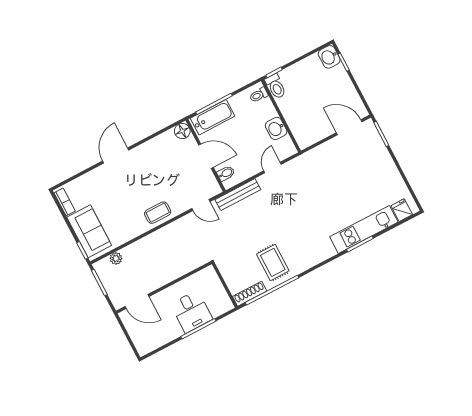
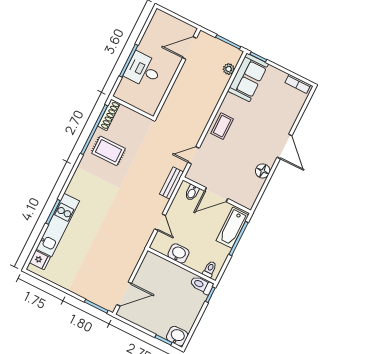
floor lamp: (182, 131) -> (263, 171), moved
bench: (238, 195) -> (171, 183), width x0.73
sofa: (89, 231) -> (248, 77), moved, turned -90

